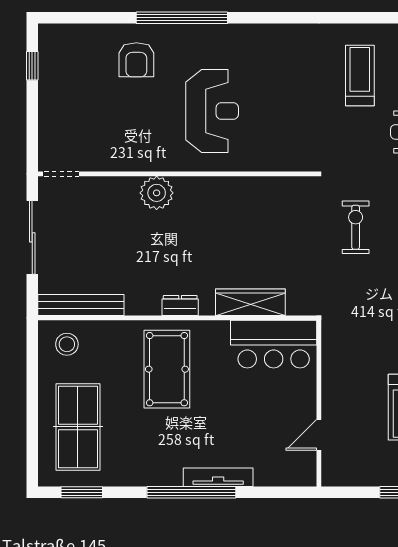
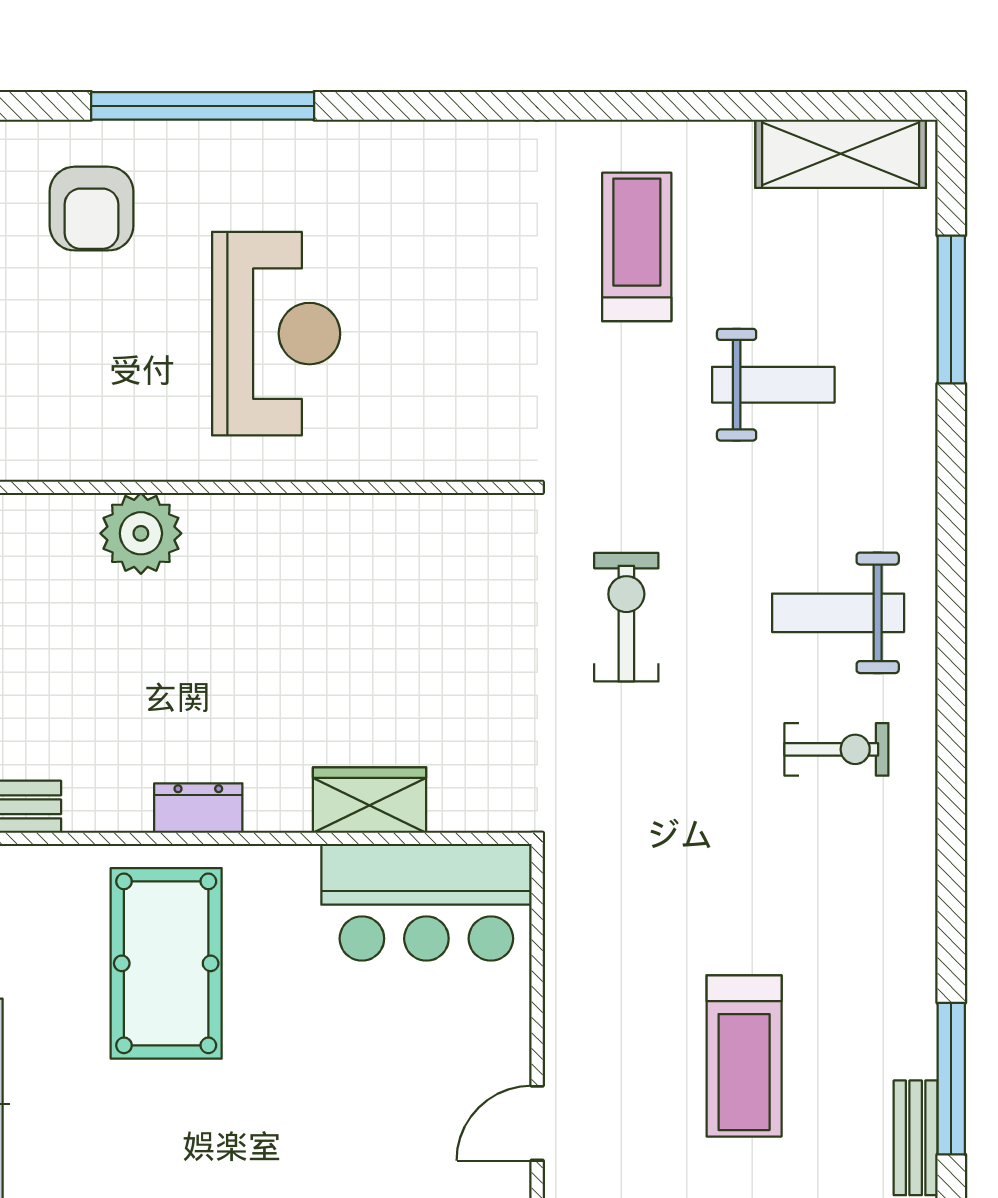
wardrobe: (250, 302) -> (370, 800), width x0.67

